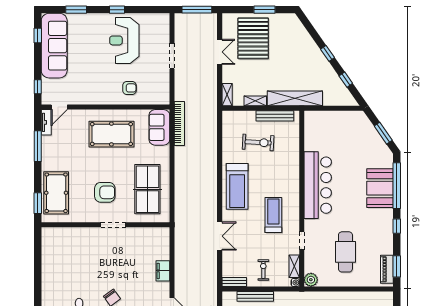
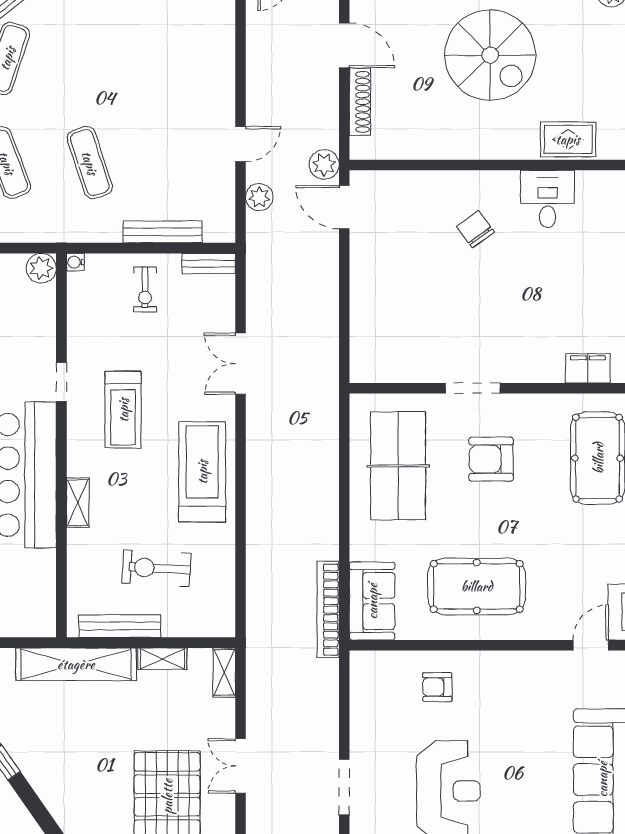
doorway: (172, 56) -> (344, 787), moved
doorway: (302, 241) -> (61, 382), moved
shelving: (294, 266) -> (78, 503), moved
filing cabinet: (163, 271) -> (588, 368), moved, turned -90

